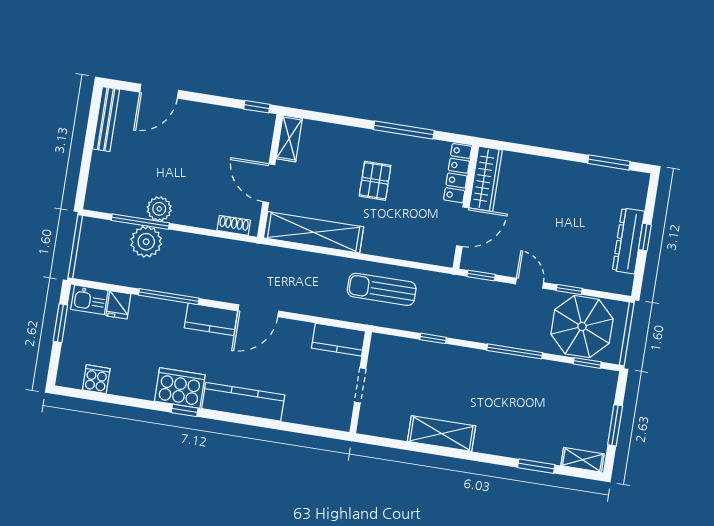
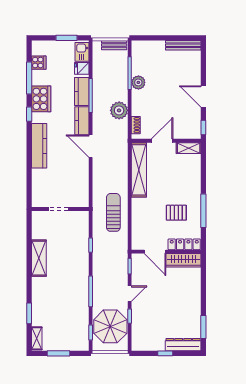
door: (159, 91) -> (203, 97), moved
pallet: (375, 181) -> (176, 213), moved
bench: (86, 241) -> (114, 45), added
dresser: (628, 241) -> (183, 345), moved
plant: (146, 242) -> (119, 110), moved
kitchen counter: (338, 340) -> (82, 92), moved
cooker: (180, 388) -> (41, 99), moved
window: (121, 400) -> (29, 78), added

